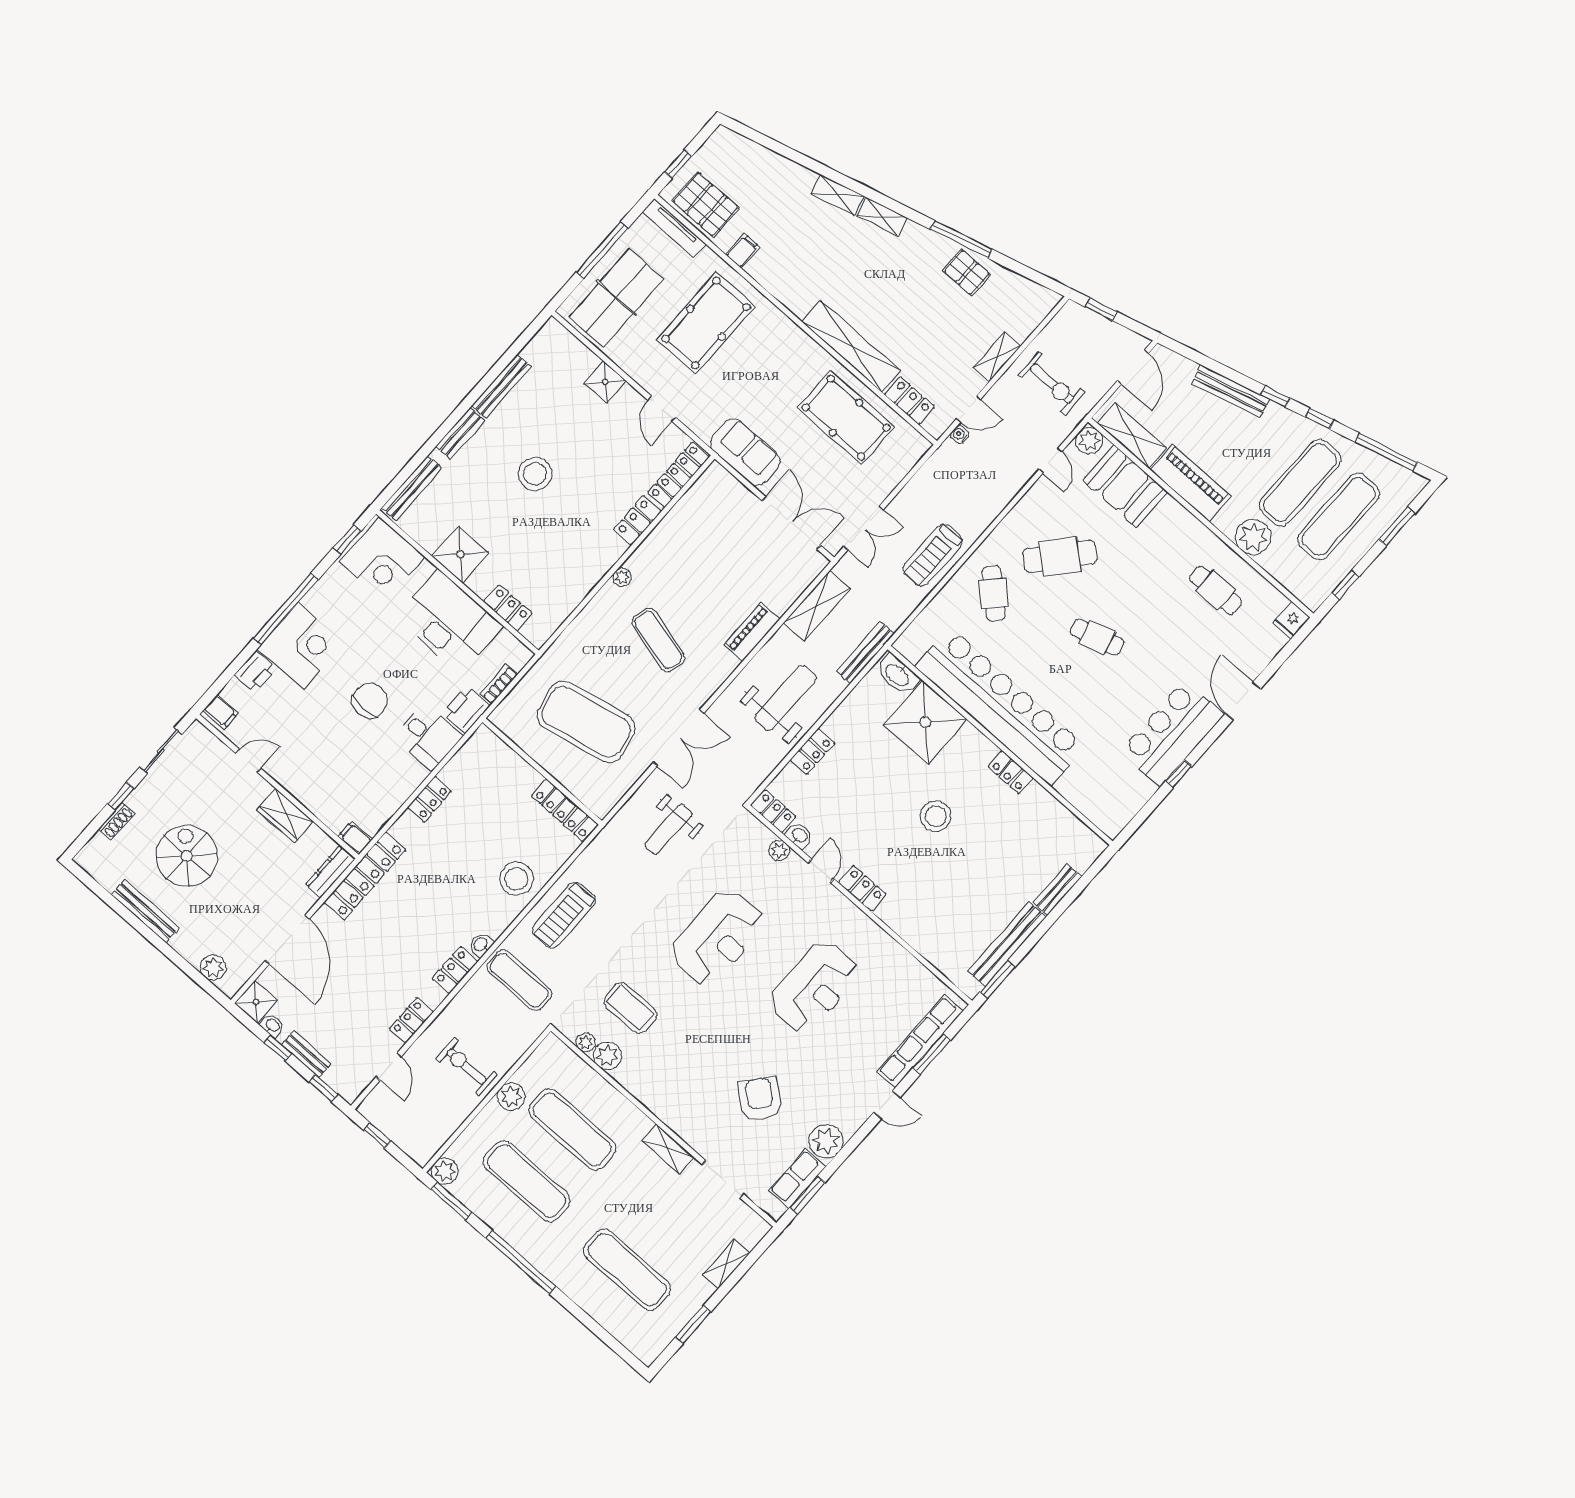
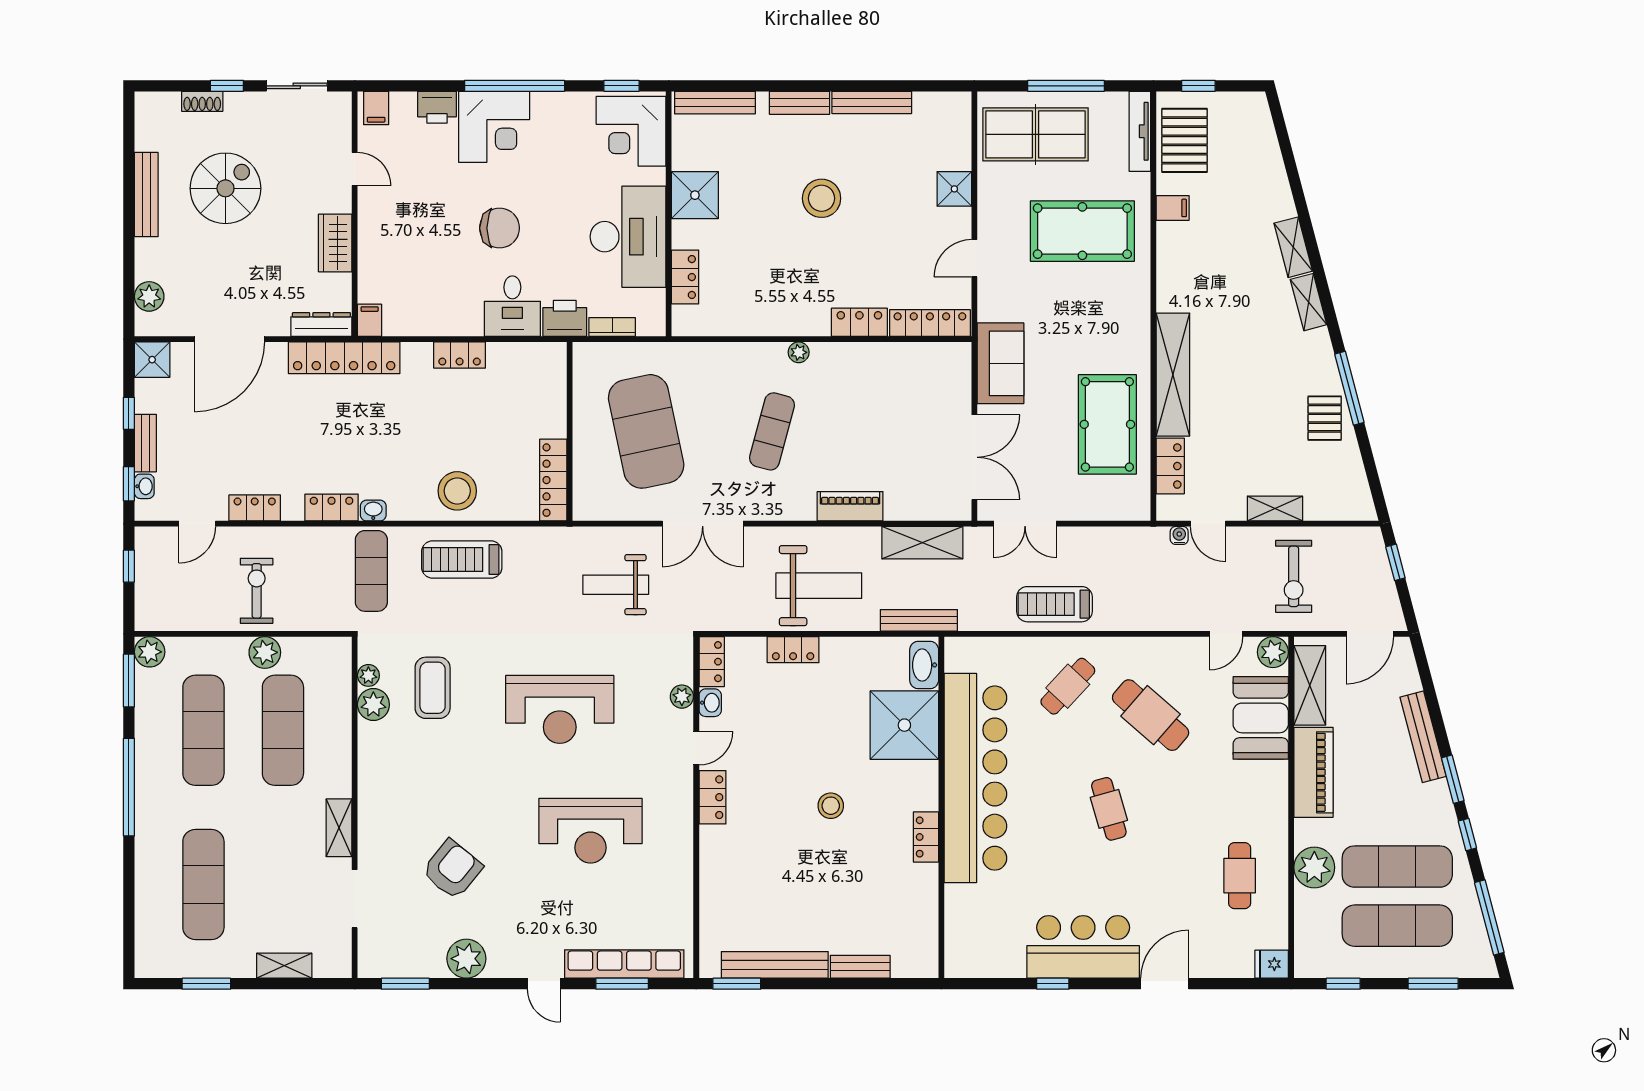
window: (1275, 396) -> (1453, 779), width x1.50
stool: (936, 816) -> (831, 806), width x0.73, depth x0.73
washbasin: (272, 1025) -> (144, 486), moved
row of seats: (797, 1179) -> (412, 962), removed

